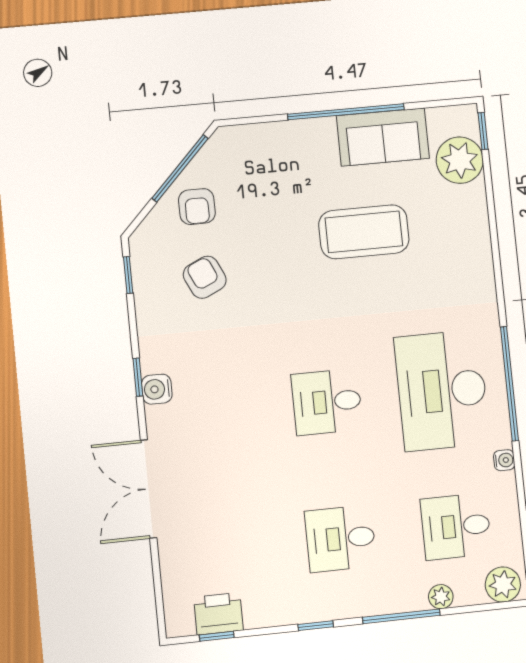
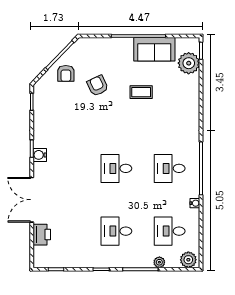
coffee table: (364, 232) -> (141, 92), width x0.54, depth x0.58
armchair: (205, 277) -> (98, 86), moved
desk: (442, 390) -> (170, 168), width x0.53, depth x0.77
printer: (218, 614) -> (42, 235), moved, turned 90

